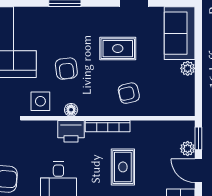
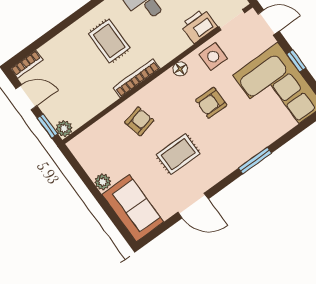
armchair: (66, 69) -> (211, 103), turned -83
printer: (71, 131) -> (199, 26), moved
plant: (188, 149) -> (64, 129), moved
rug: (123, 167) -> (109, 41), moved

